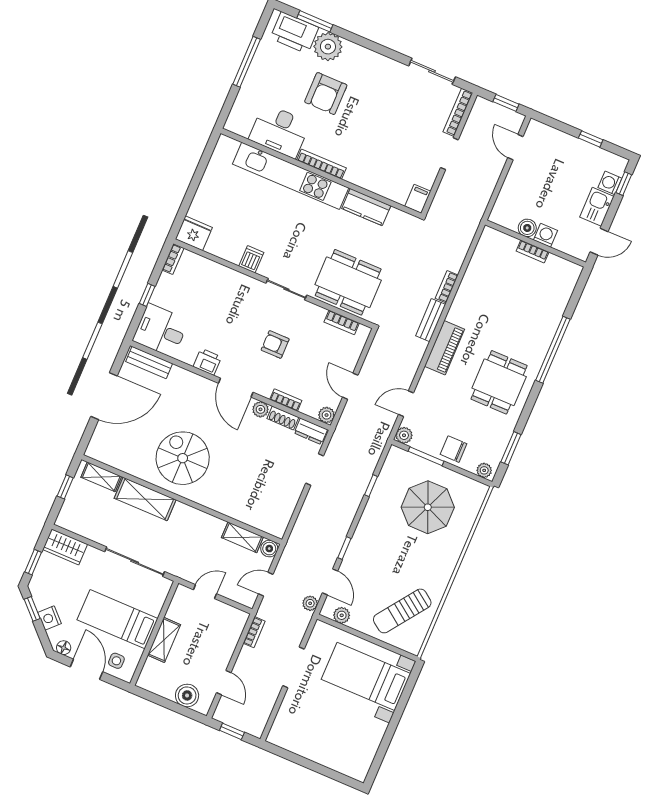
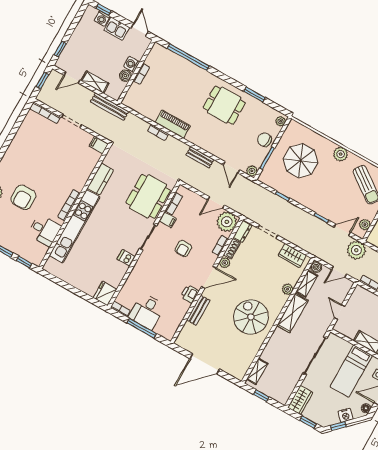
sliding door: (432, 71) -> (17, 126), removed
armchair: (326, 94) -> (23, 197), turned 90
window: (228, 106) -> (24, 262), added
desk: (279, 131) -> (44, 230), width x0.73
window: (591, 139) -> (60, 49), moved
shelving: (512, 183) -> (95, 82), added
bench: (478, 209) -> (109, 107), added
window: (147, 295) -> (142, 328), width x2.17
filing cabinet: (316, 316) -> (168, 220), added
bench: (431, 320) -> (200, 157), moved
desk: (161, 330) -> (147, 311), moved
piano: (445, 348) -> (173, 124), moved
window: (553, 350) -> (188, 57), moved
bench: (149, 362) -> (198, 310), moved
door: (104, 396) -> (205, 364), swing flipped
plant: (327, 415) -> (227, 222), width x1.87, depth x1.87
window: (511, 448) -> (254, 94), moved
chair: (453, 449) -> (264, 140), turned 95
spiral stairs: (183, 458) -> (251, 317), turned 90
shelving: (145, 499) -> (293, 313), moved
plant: (231, 509) -> (288, 289), added
wardrobe: (283, 510) -> (292, 255), added
plant: (444, 567) -> (341, 154), added
door: (266, 584) -> (339, 272), hinge flipped
plant: (310, 603) -> (356, 250), width x1.88, depth x1.88

